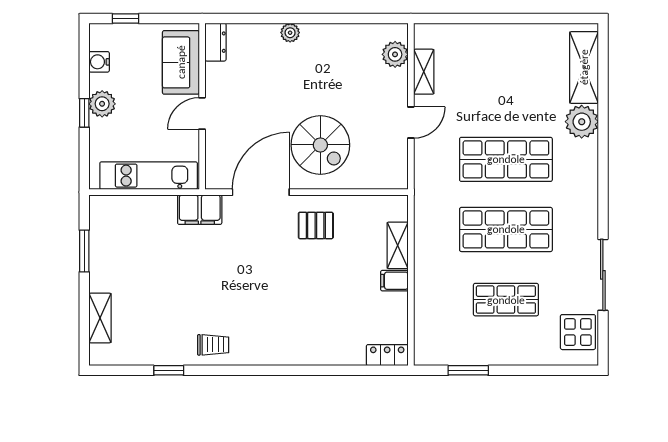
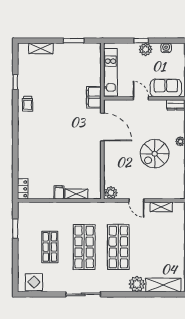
plant: (395, 54) -> (111, 193), moved
spiral stairs: (320, 145) -> (155, 154), moved
pallet: (316, 225) -> (86, 154), removed
sliding door: (603, 275) -> (83, 294), moved

